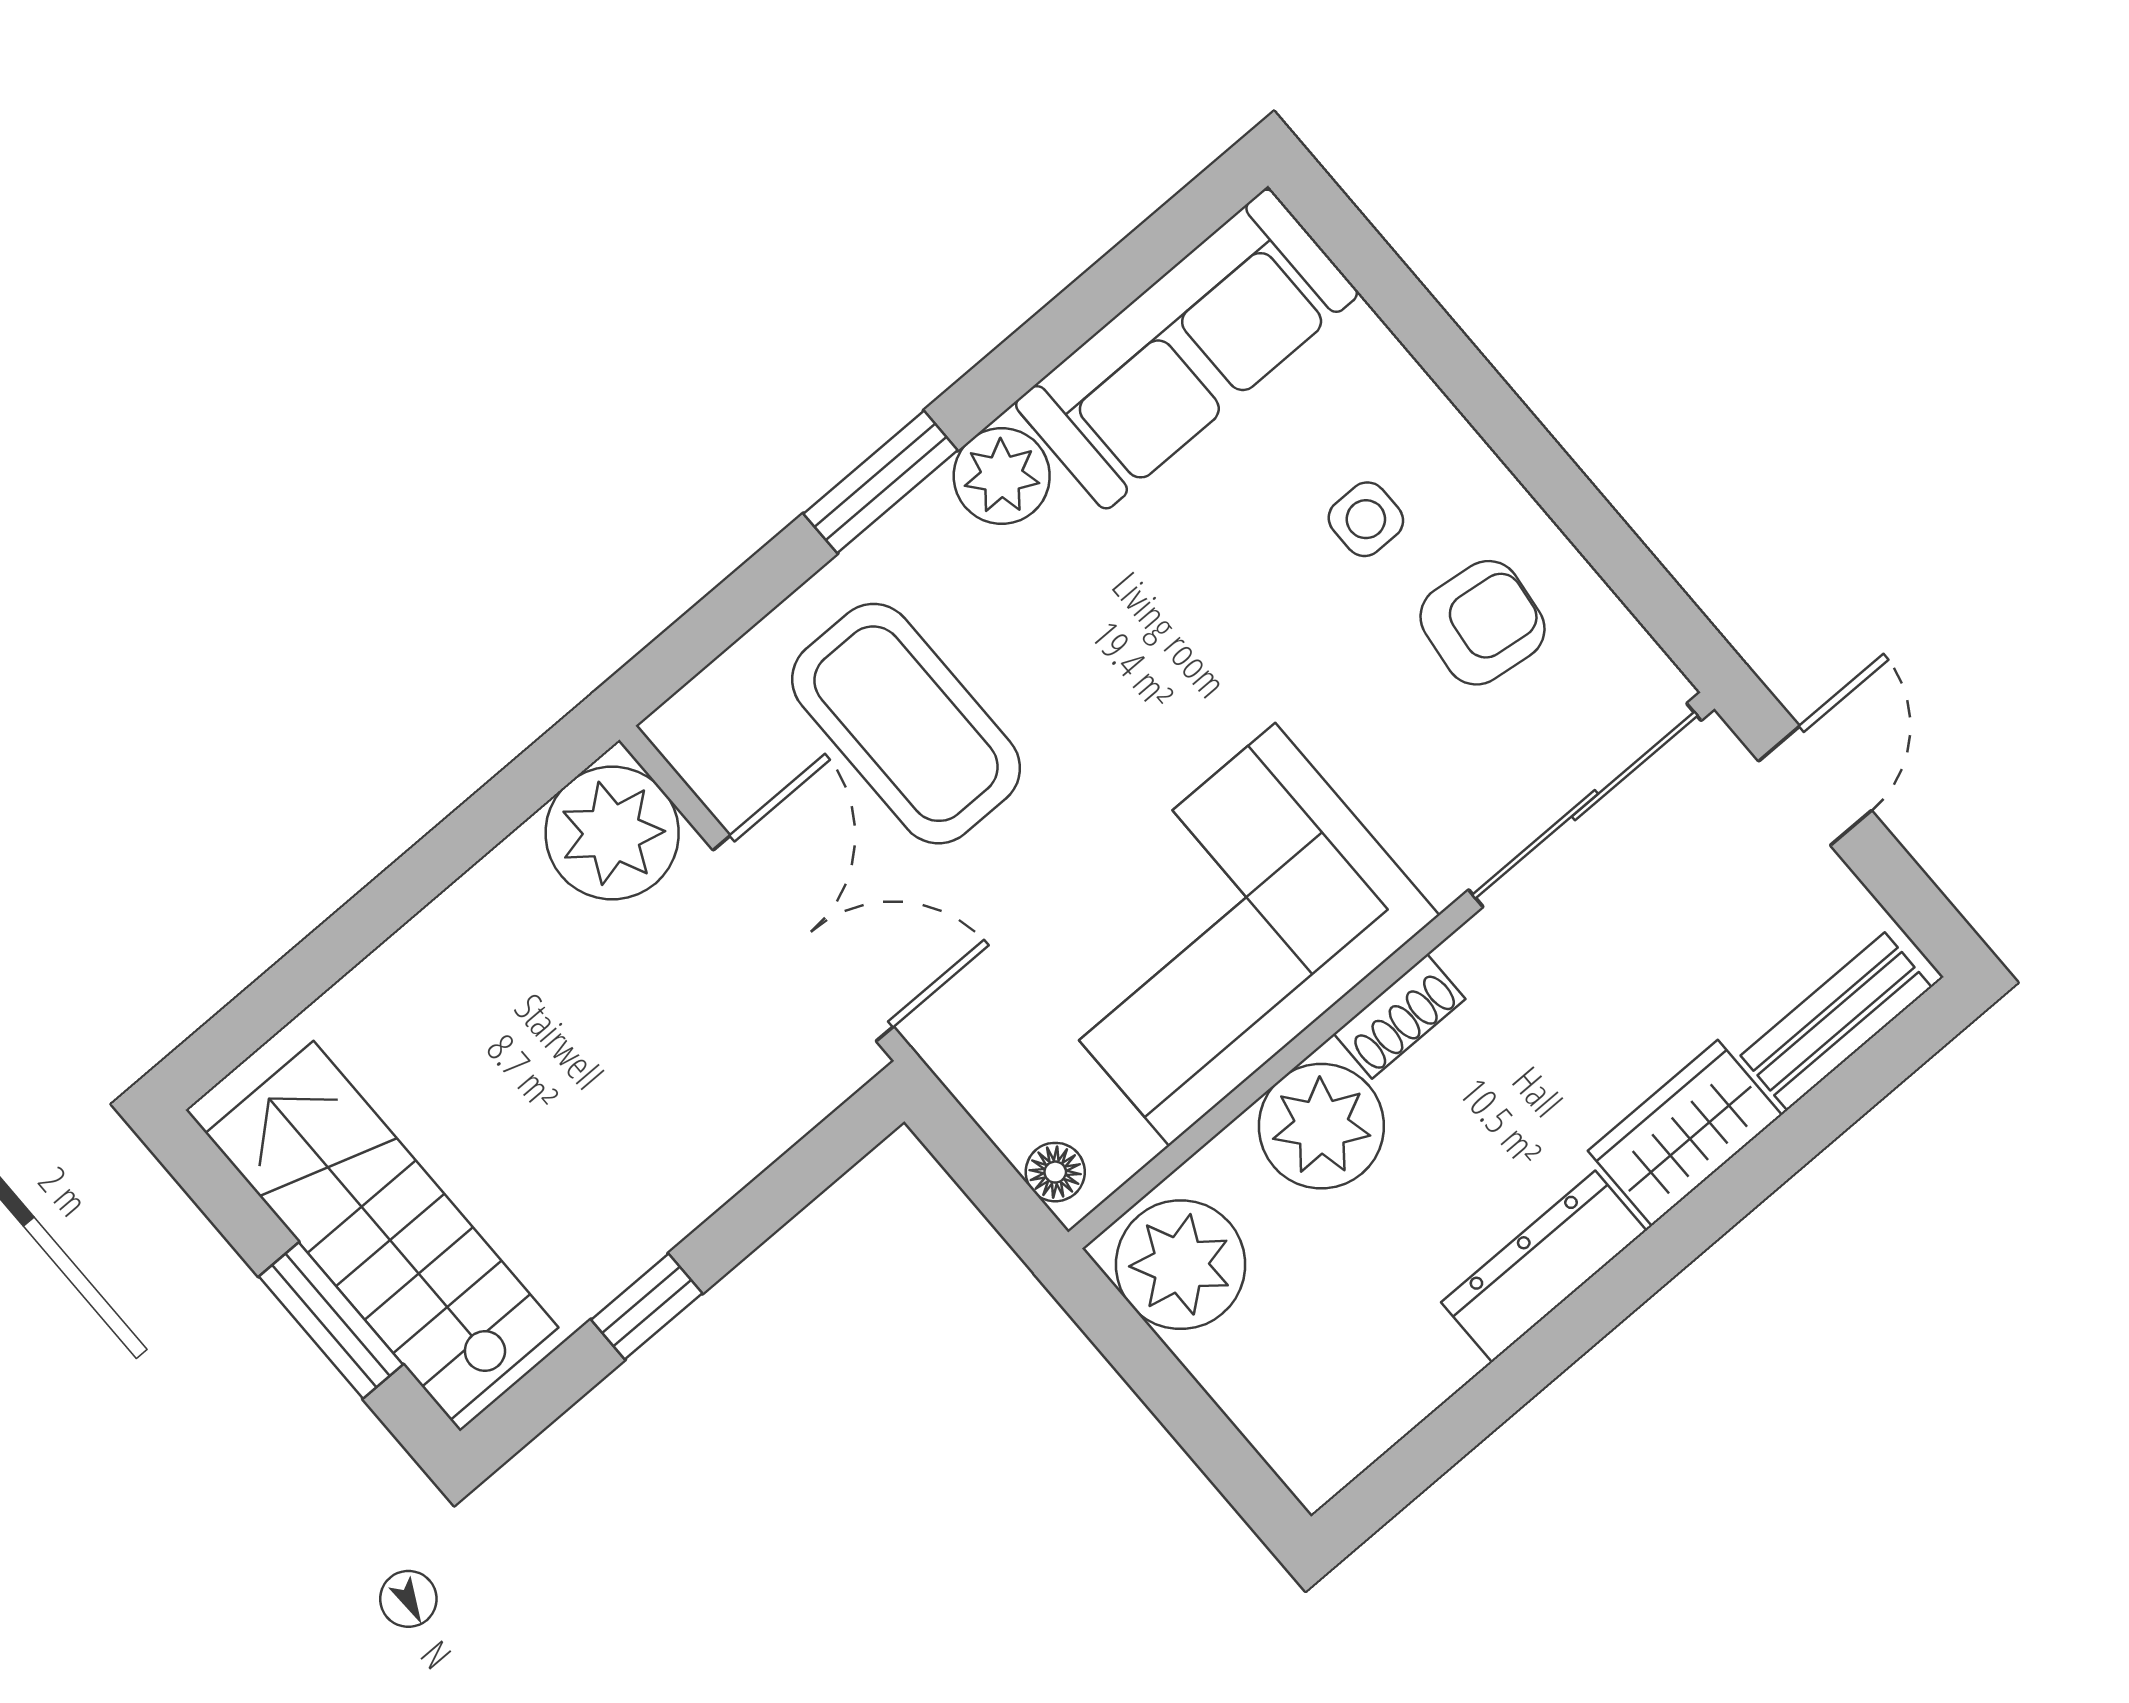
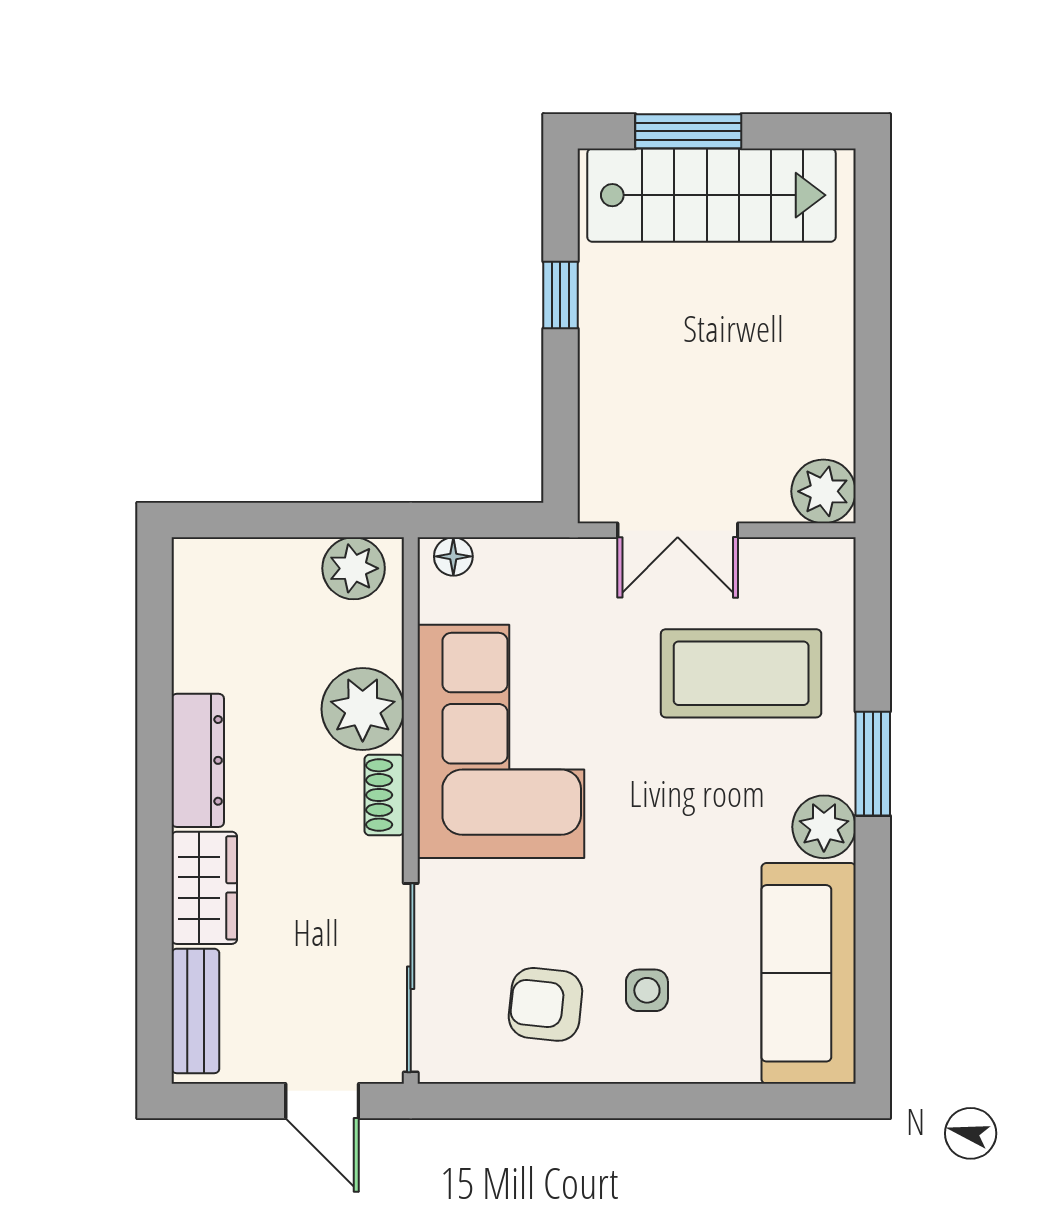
armchair: (1483, 623) -> (545, 1004), turned 89
plant: (612, 833) -> (823, 491), width x0.73, depth x0.73
double door: (803, 938) -> (678, 530), width x0.73
plant: (1181, 1265) -> (354, 568), width x0.73, depth x0.73

